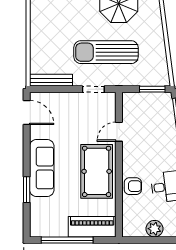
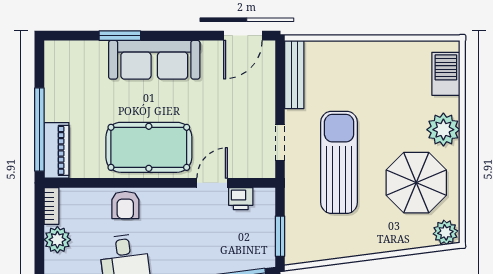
printer: (129, 114) -> (241, 199), added
door: (119, 132) -> (212, 183), hinge flipped
piano: (92, 227) -> (56, 150), width x0.73, depth x0.75
bookcase: (133, 232) -> (51, 206), added
window: (67, 240) -> (39, 129), moved

